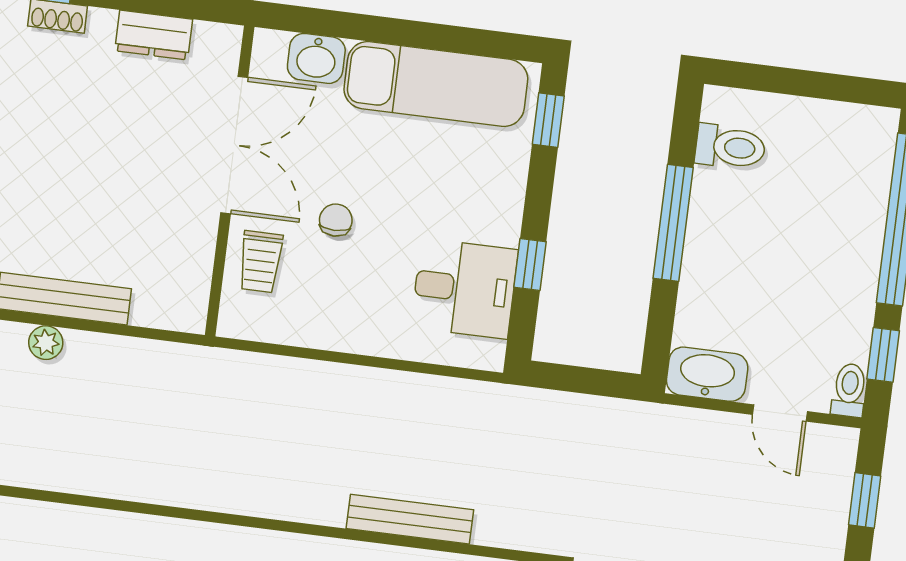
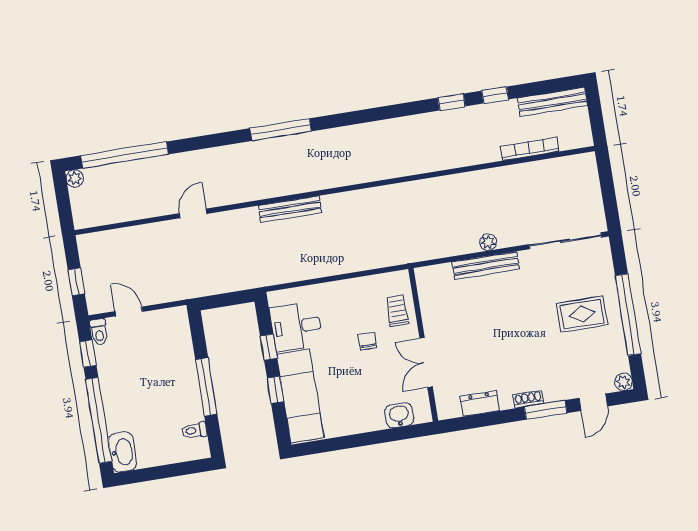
exam couch: (436, 84) -> (300, 396), moved, turned 90
window: (548, 120) -> (275, 390), moved
double door: (234, 145) -> (426, 363), width x0.73
toilet: (730, 147) -> (194, 430), width x0.73, depth x0.72
chair: (336, 220) -> (367, 341), turned 180
washbasin: (707, 374) -> (123, 452), moved, turned -90

